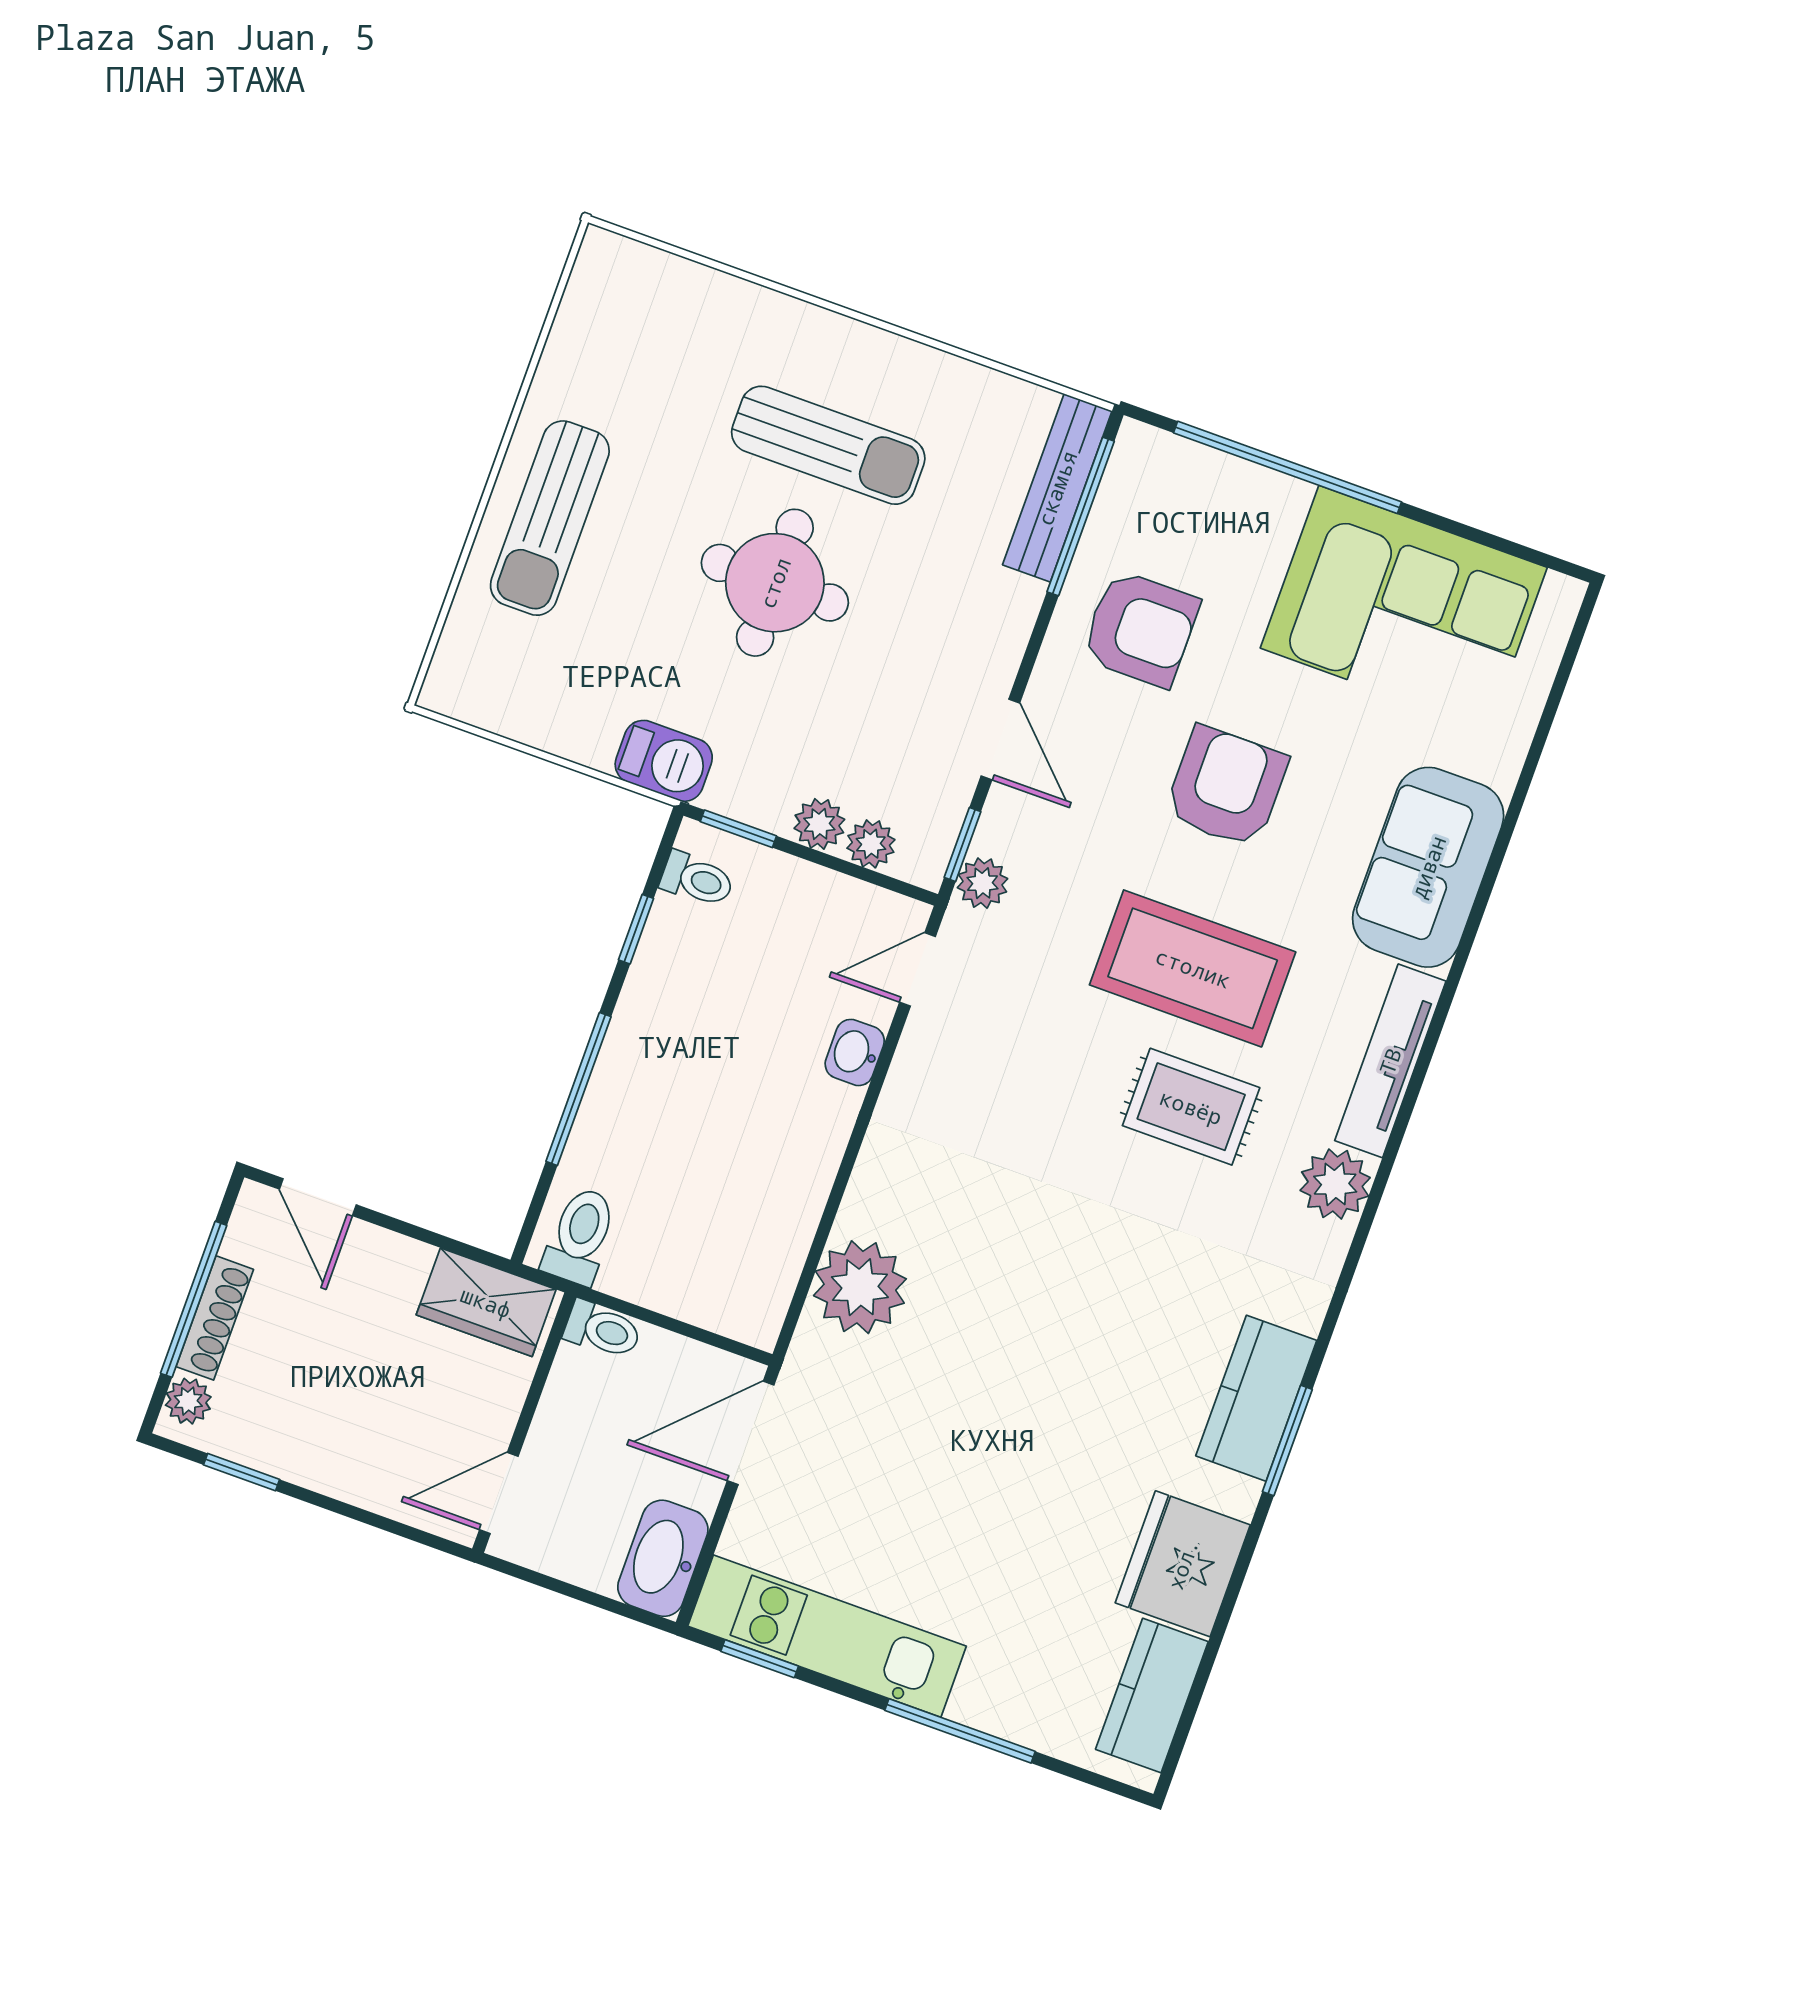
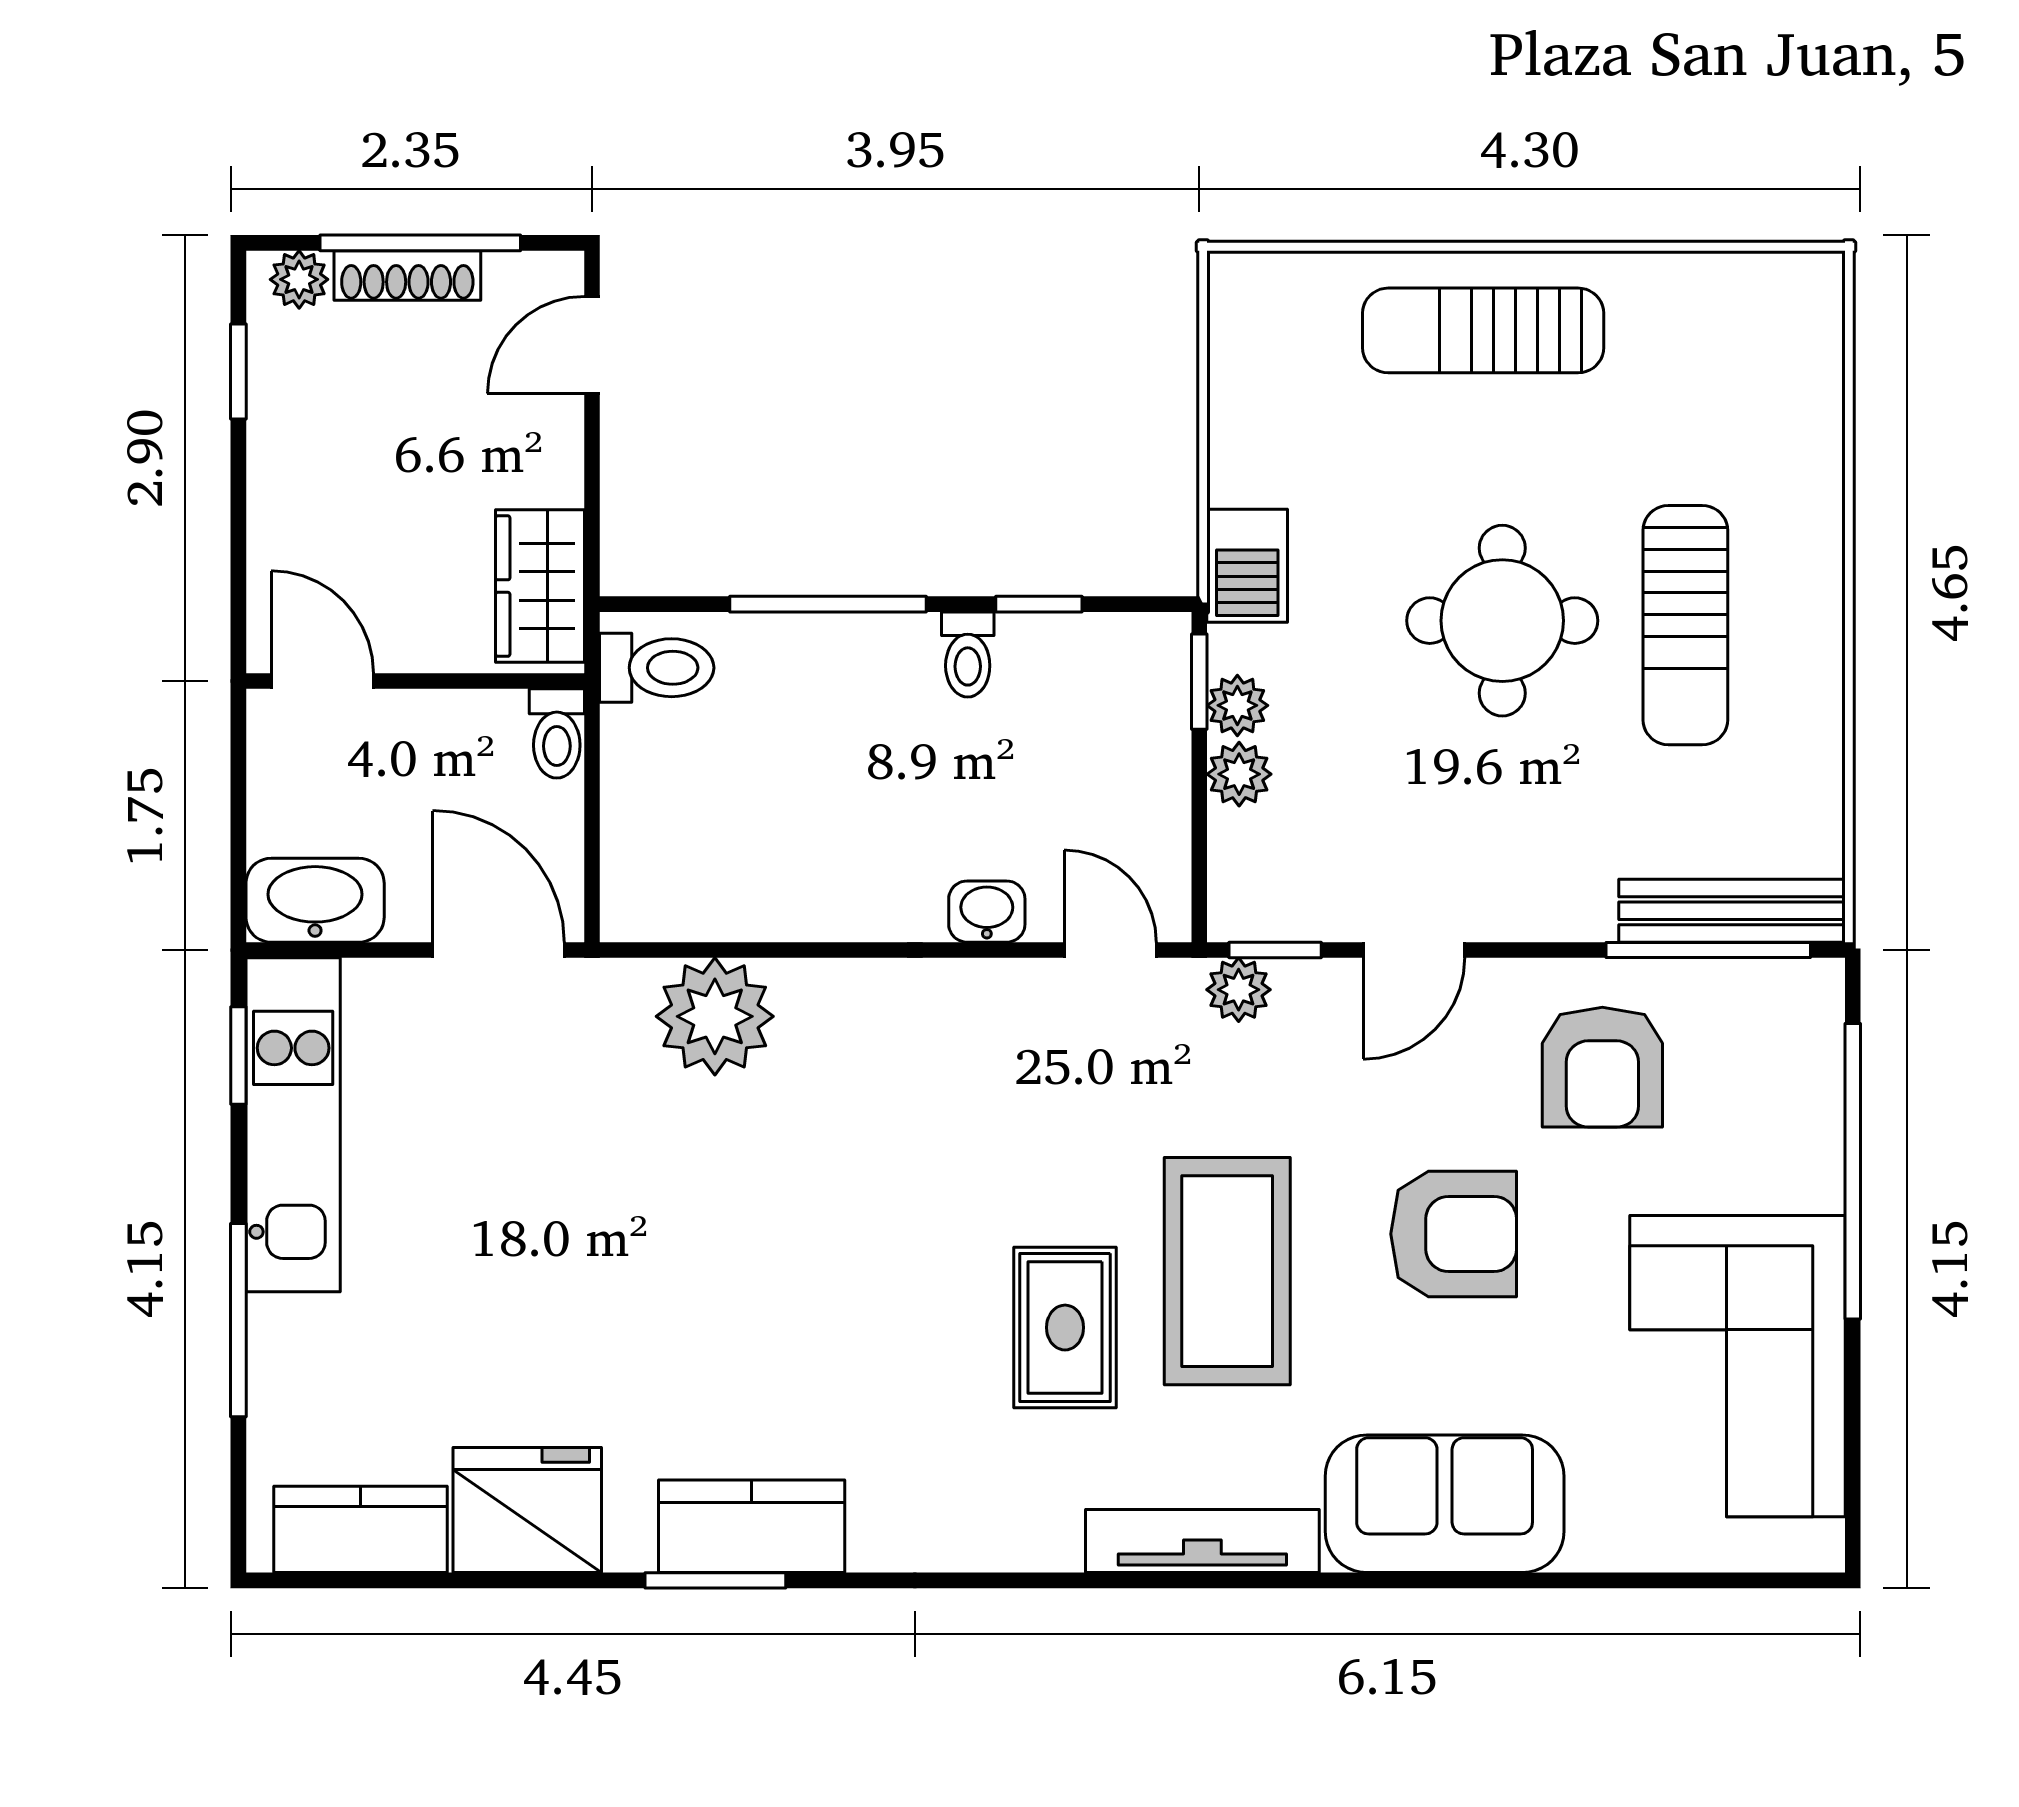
plant: (871, 844) -> (1237, 705), moved
toilet: (697, 879) -> (968, 655), moved
plant: (1335, 1184) -> (1035, 1528), removed

